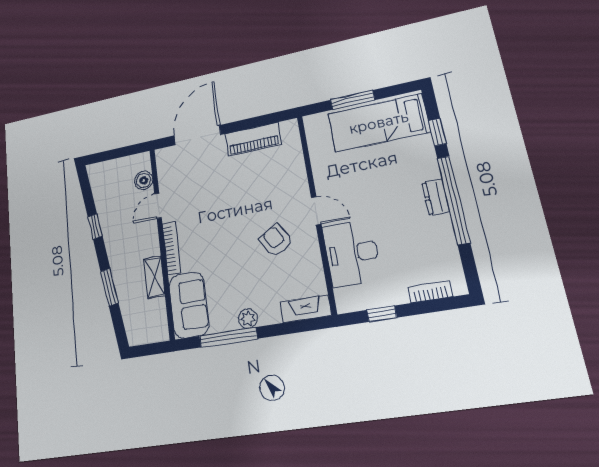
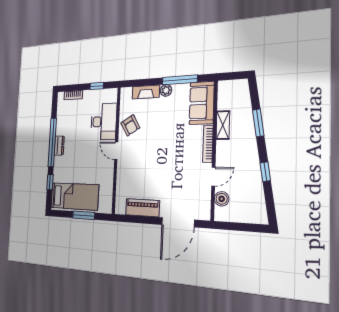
armchair: (276, 240) -> (130, 125), moved
fireplace: (305, 309) -> (146, 92), moved

